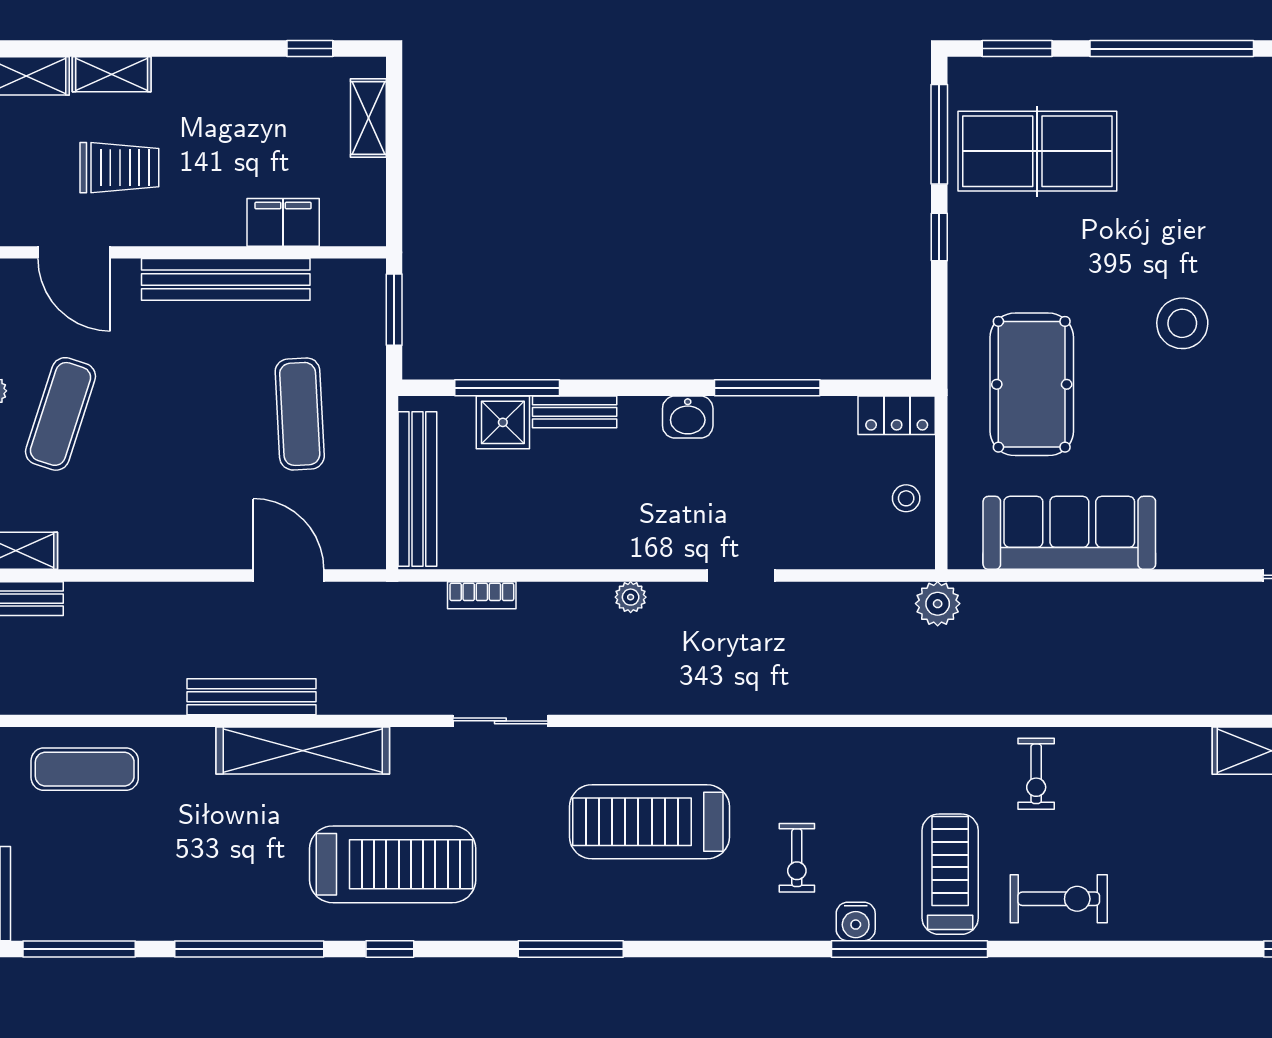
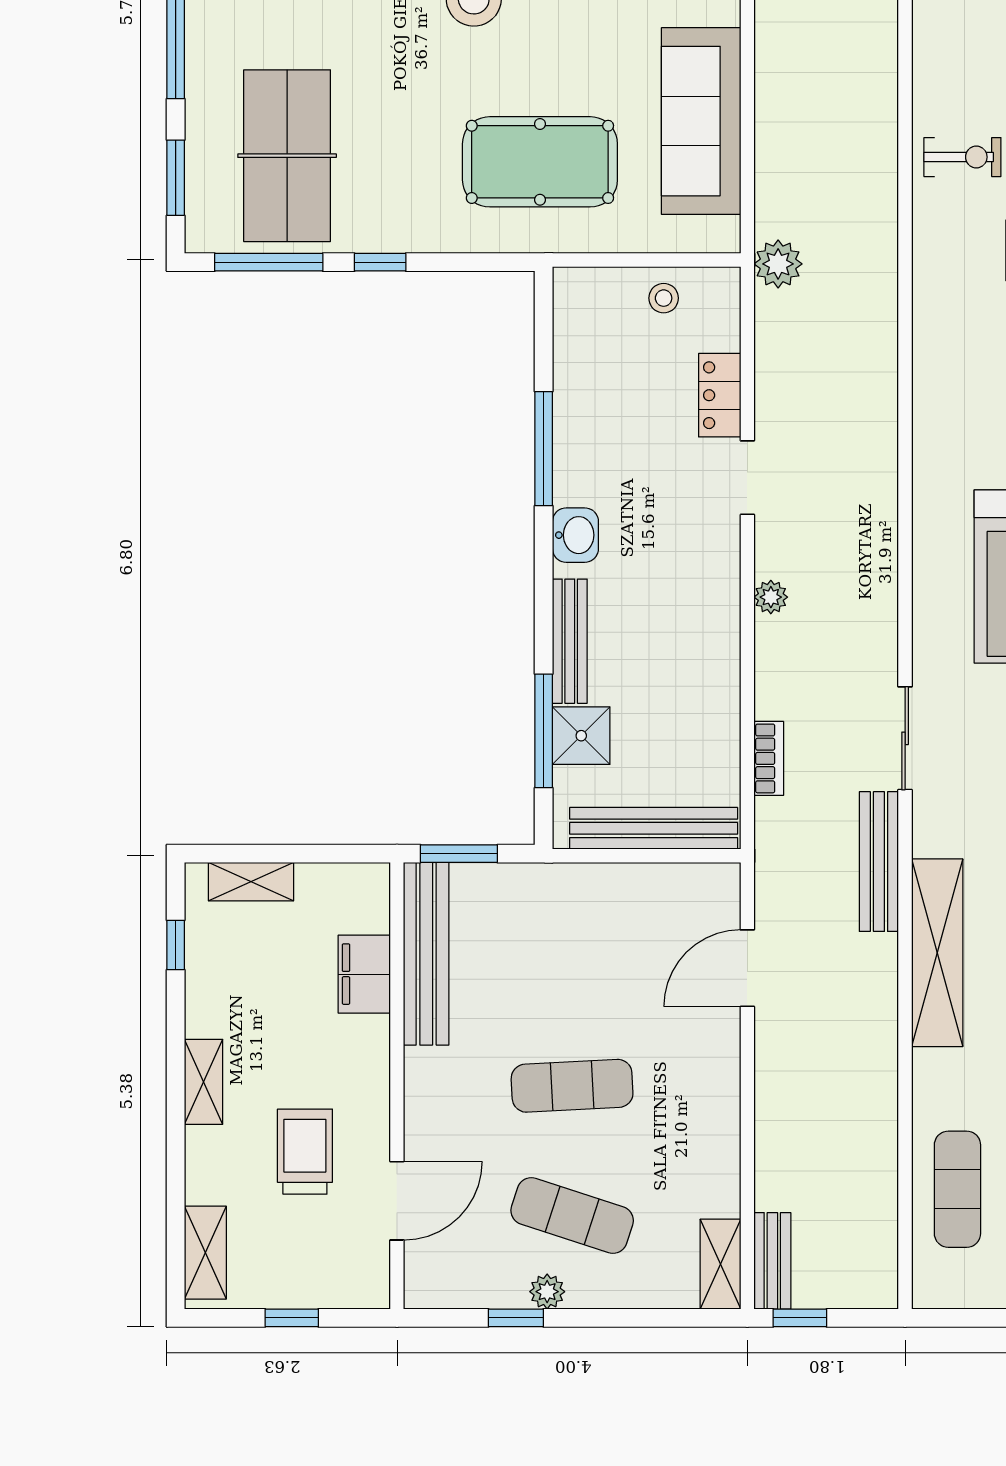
shelving: (112, 74) -> (204, 1082), moved
bench: (226, 279) -> (426, 954), moved
bench: (575, 412) -> (570, 641), width x1.36
exercise mat: (300, 414) -> (572, 1086), moved
locker: (897, 415) -> (720, 395), moved, turned 180
bench: (251, 697) -> (879, 862), moved

